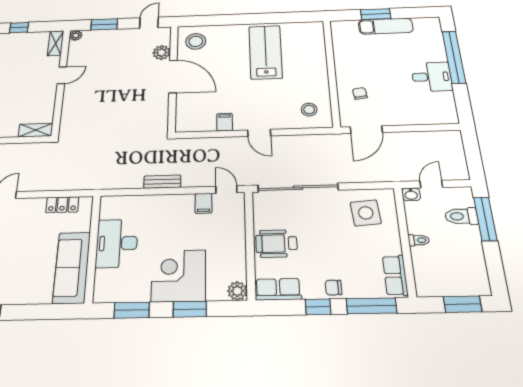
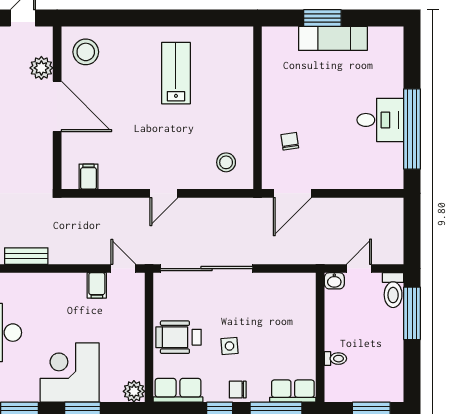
lab bench: (265, 52) -> (176, 73), width x0.73, depth x0.72
window: (454, 57) -> (412, 129), moved
filing cabinet: (225, 122) -> (89, 177), moved
door: (259, 133) -> (164, 193), hinge flipped
bench: (162, 182) -> (26, 256), moved
side table: (366, 213) -> (229, 346), moved, width x0.54, depth x0.54
toilet: (461, 216) -> (393, 290), moved, turned -90
toilet: (419, 240) -> (335, 359), moved
row of seats: (395, 275) -> (293, 391), moved, turned 90

